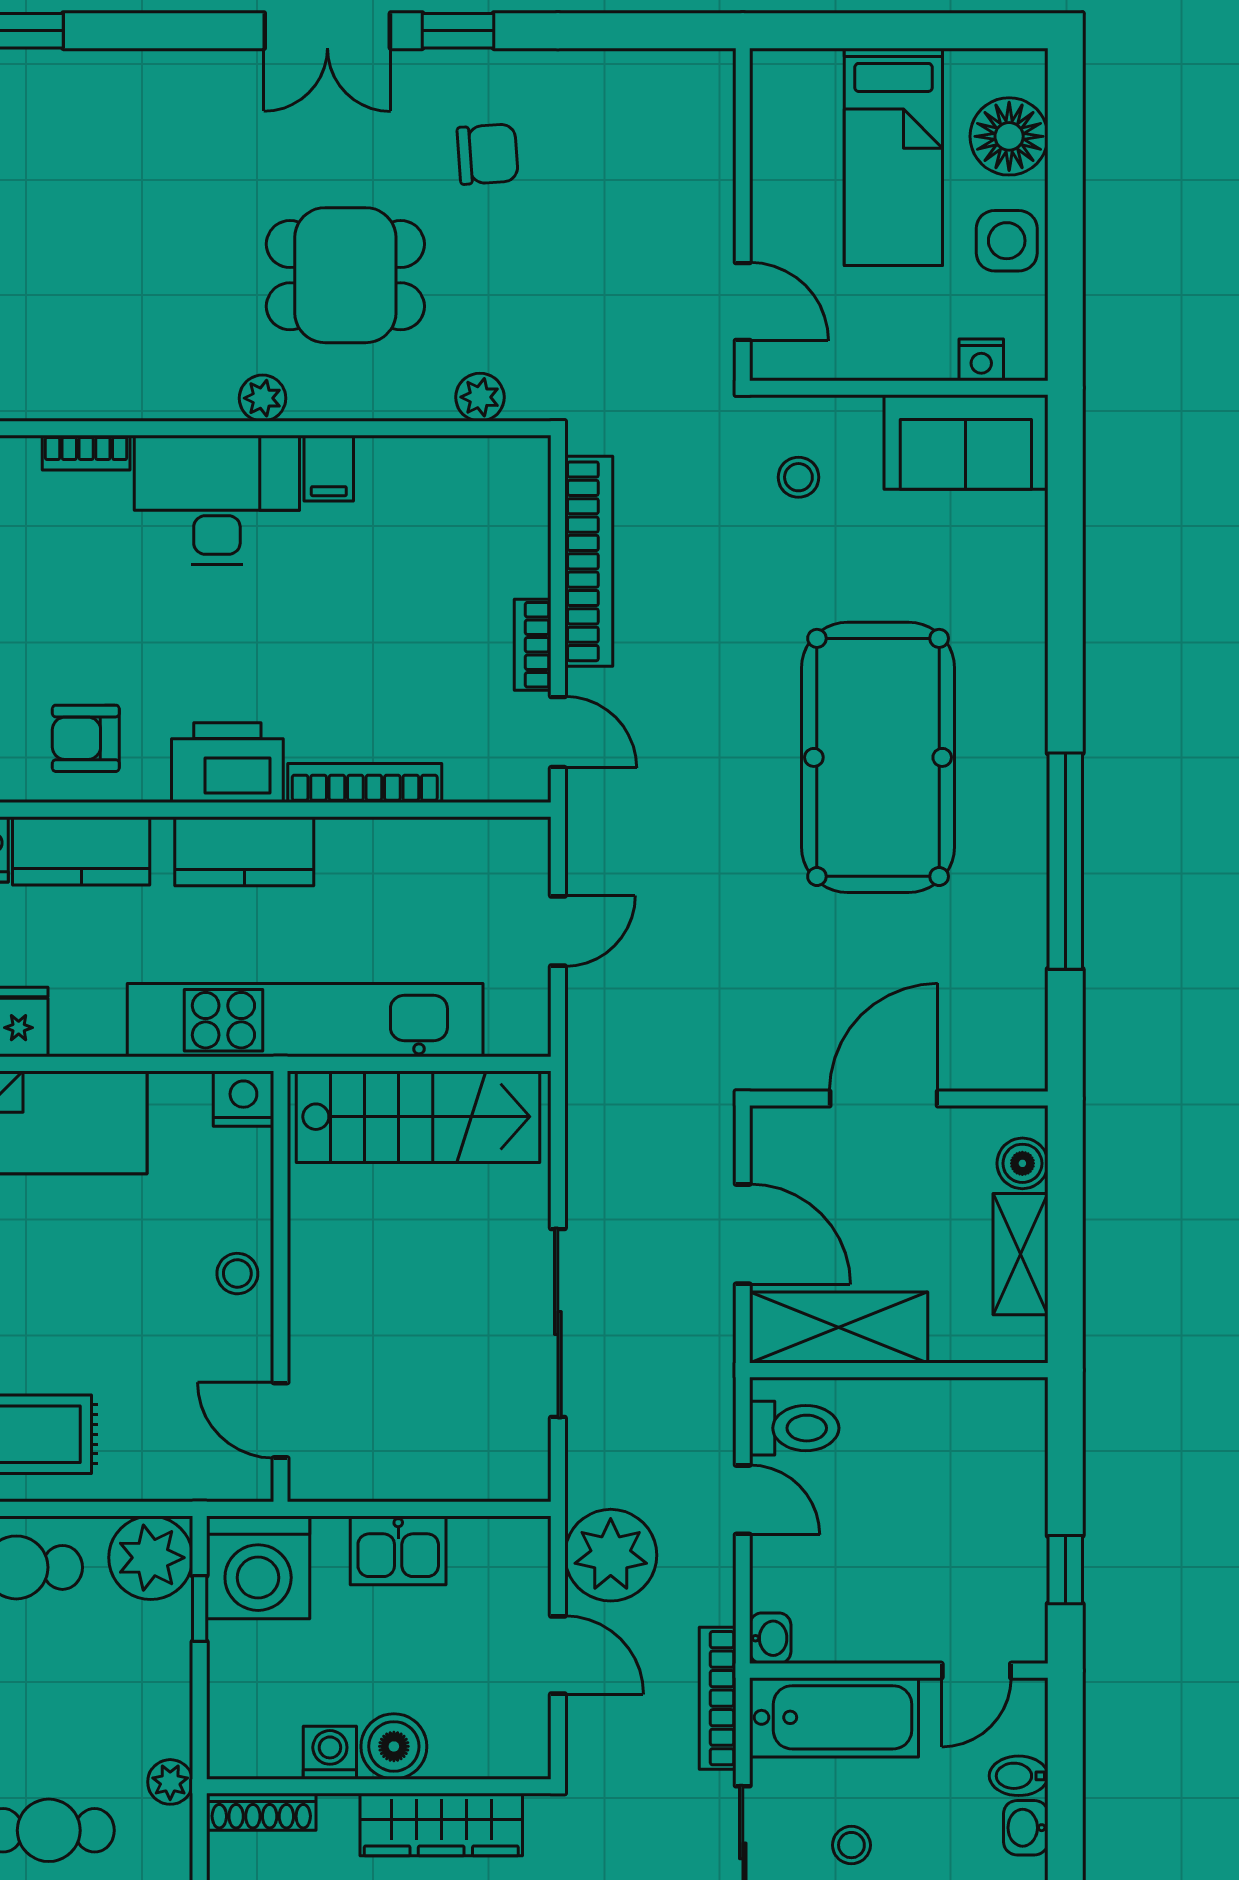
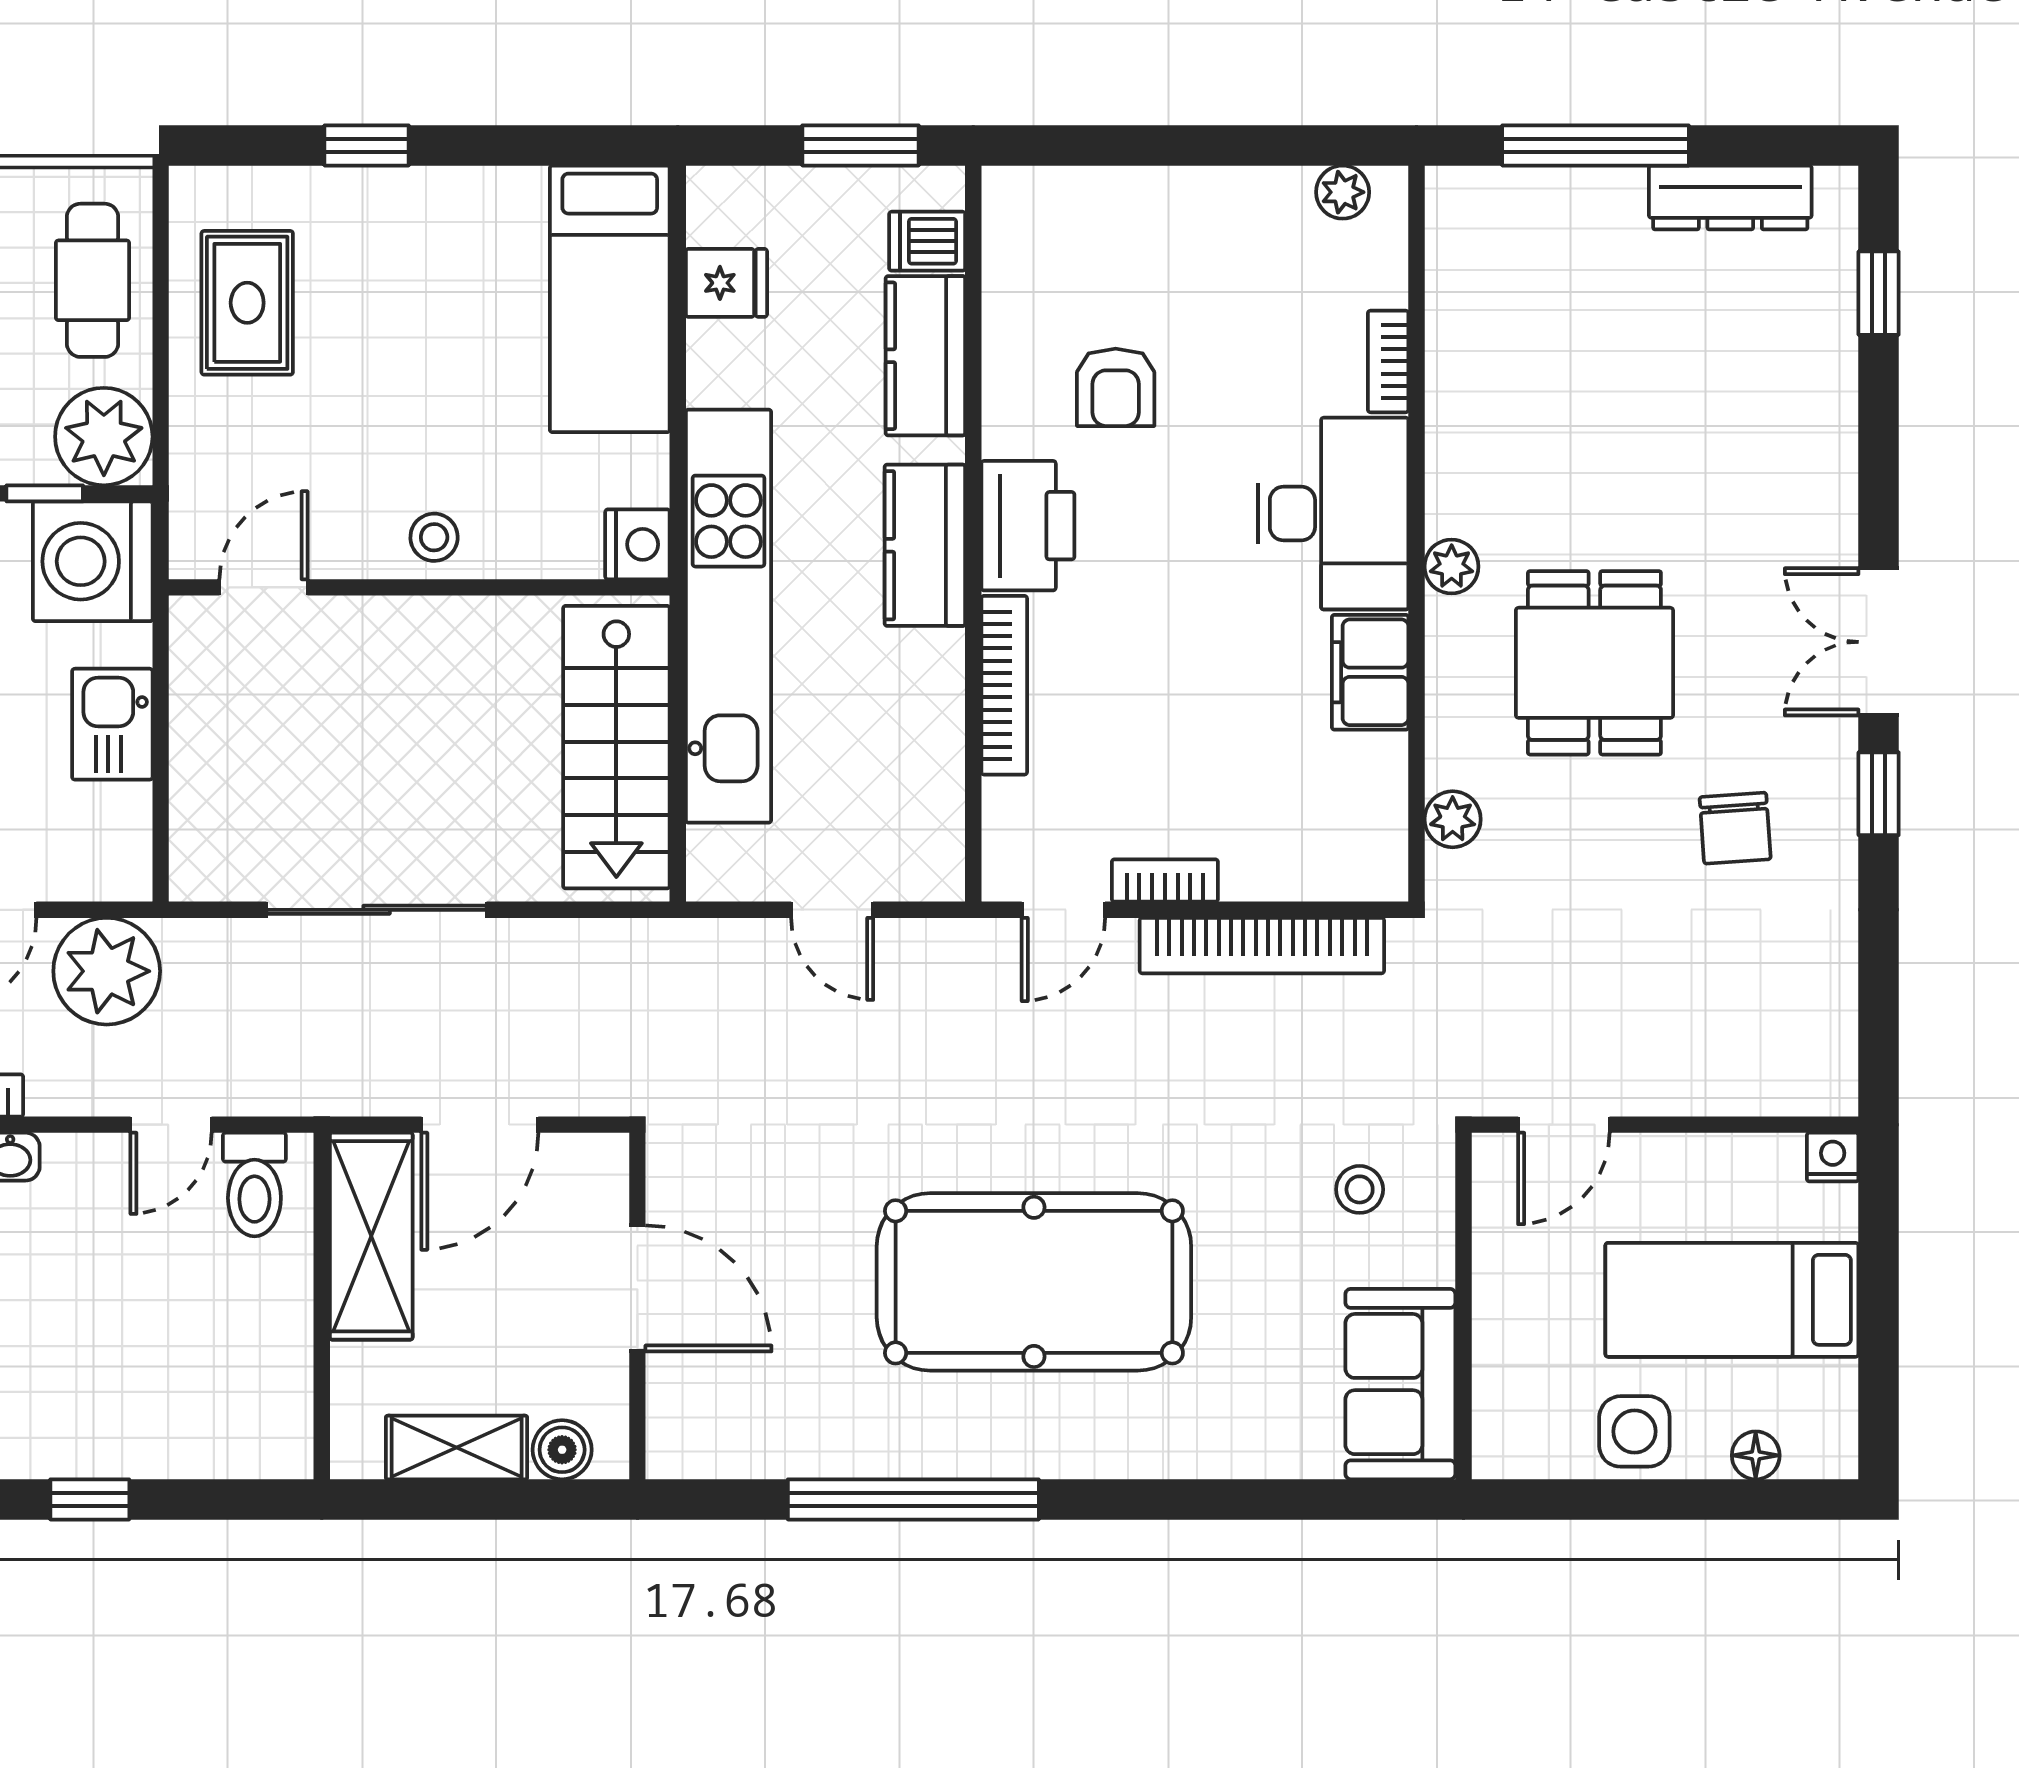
floor lamp: (1009, 136) -> (1756, 1455), width x0.53, depth x0.53
nightstand: (981, 360) -> (1833, 1157), moved, turned 90
filing cabinet: (329, 468) -> (1370, 672), width x2.00
armchair: (86, 738) -> (1116, 387), moved, turned 180

